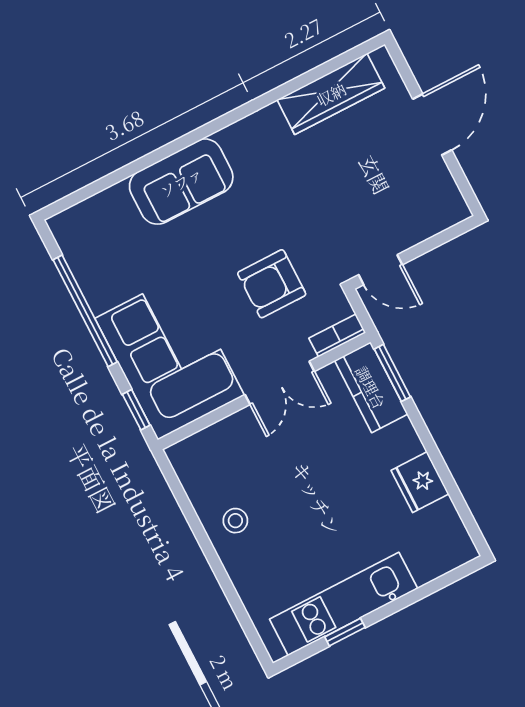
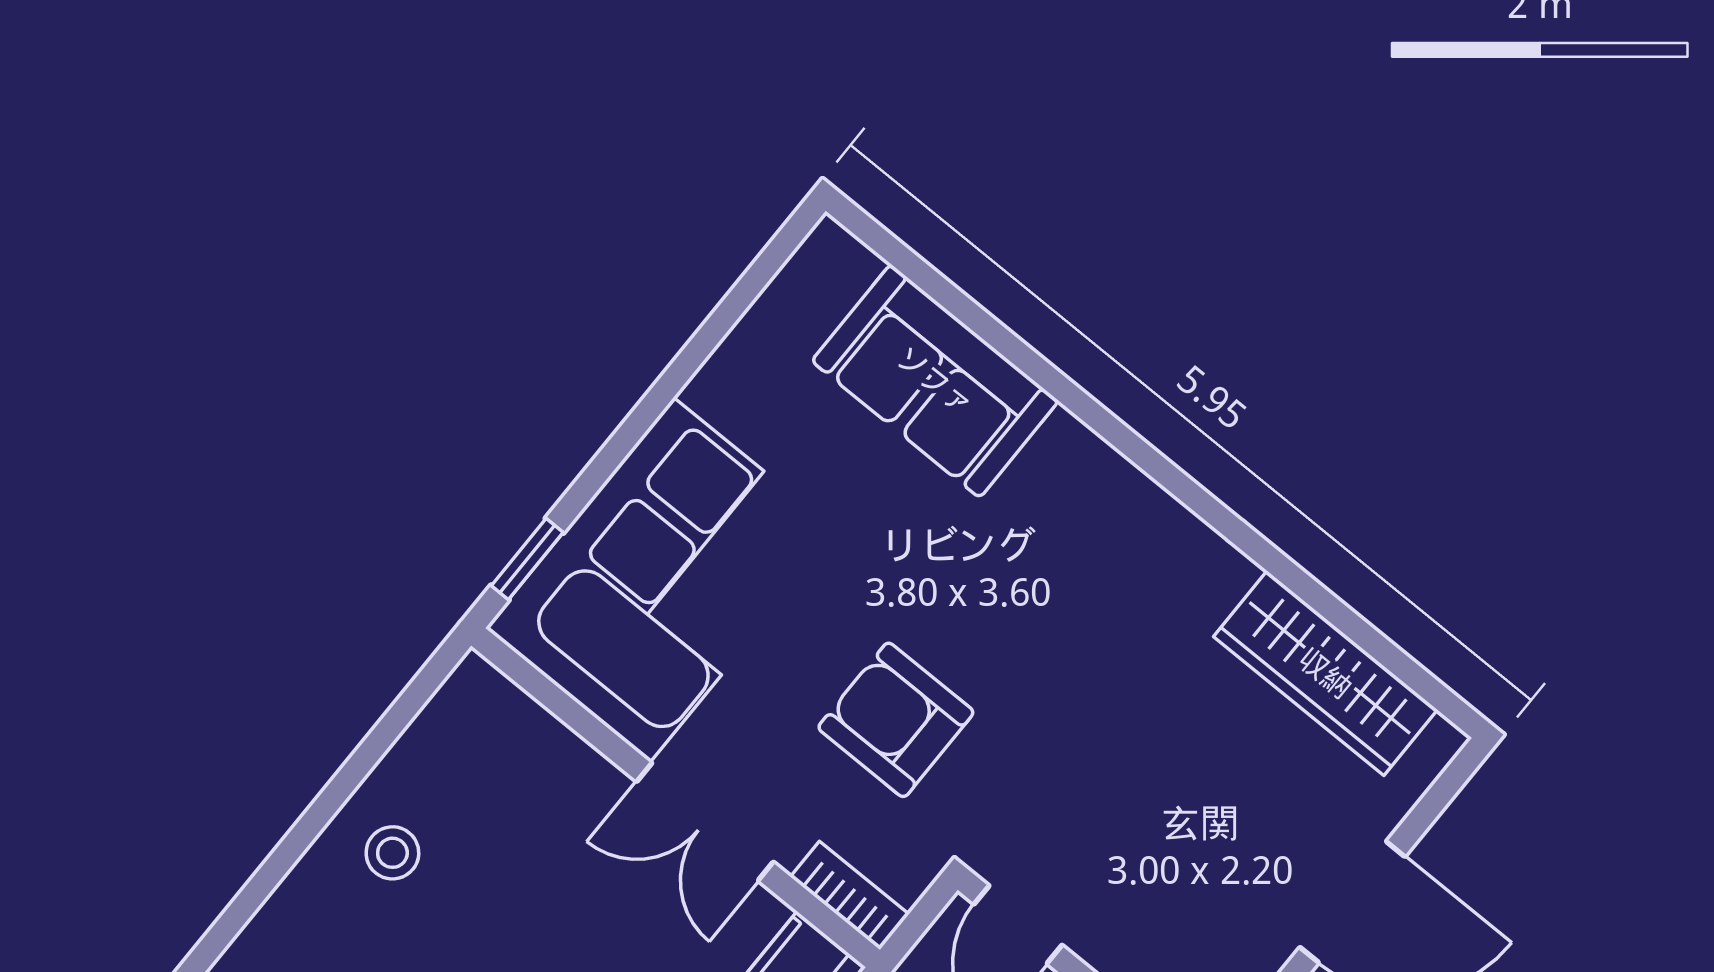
sofa: (181, 182) -> (935, 381), moved
window: (85, 311) -> (680, 372), removed

